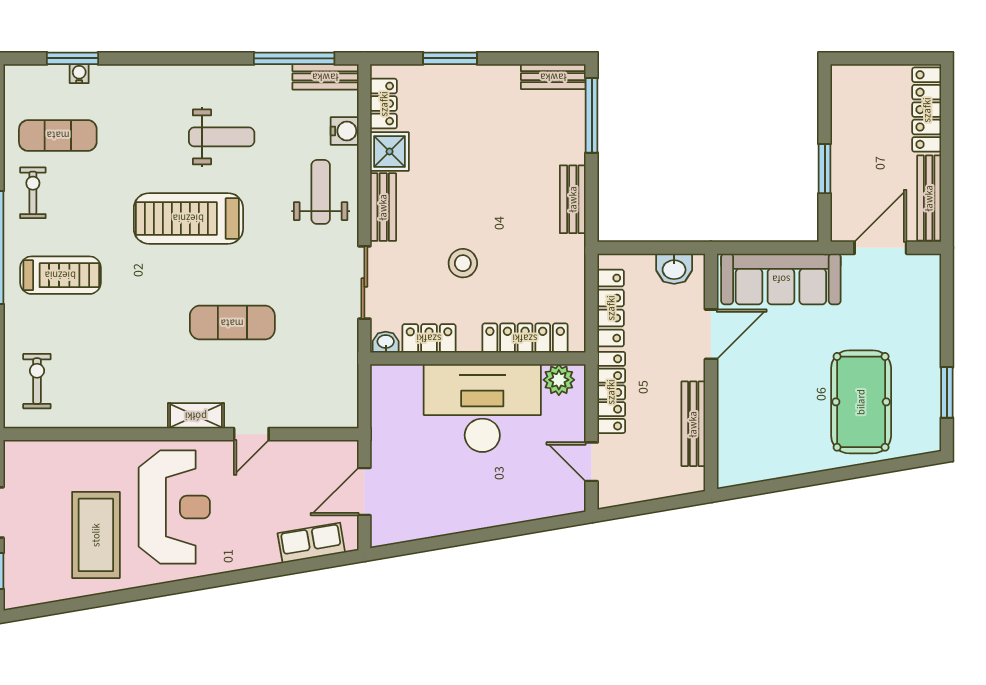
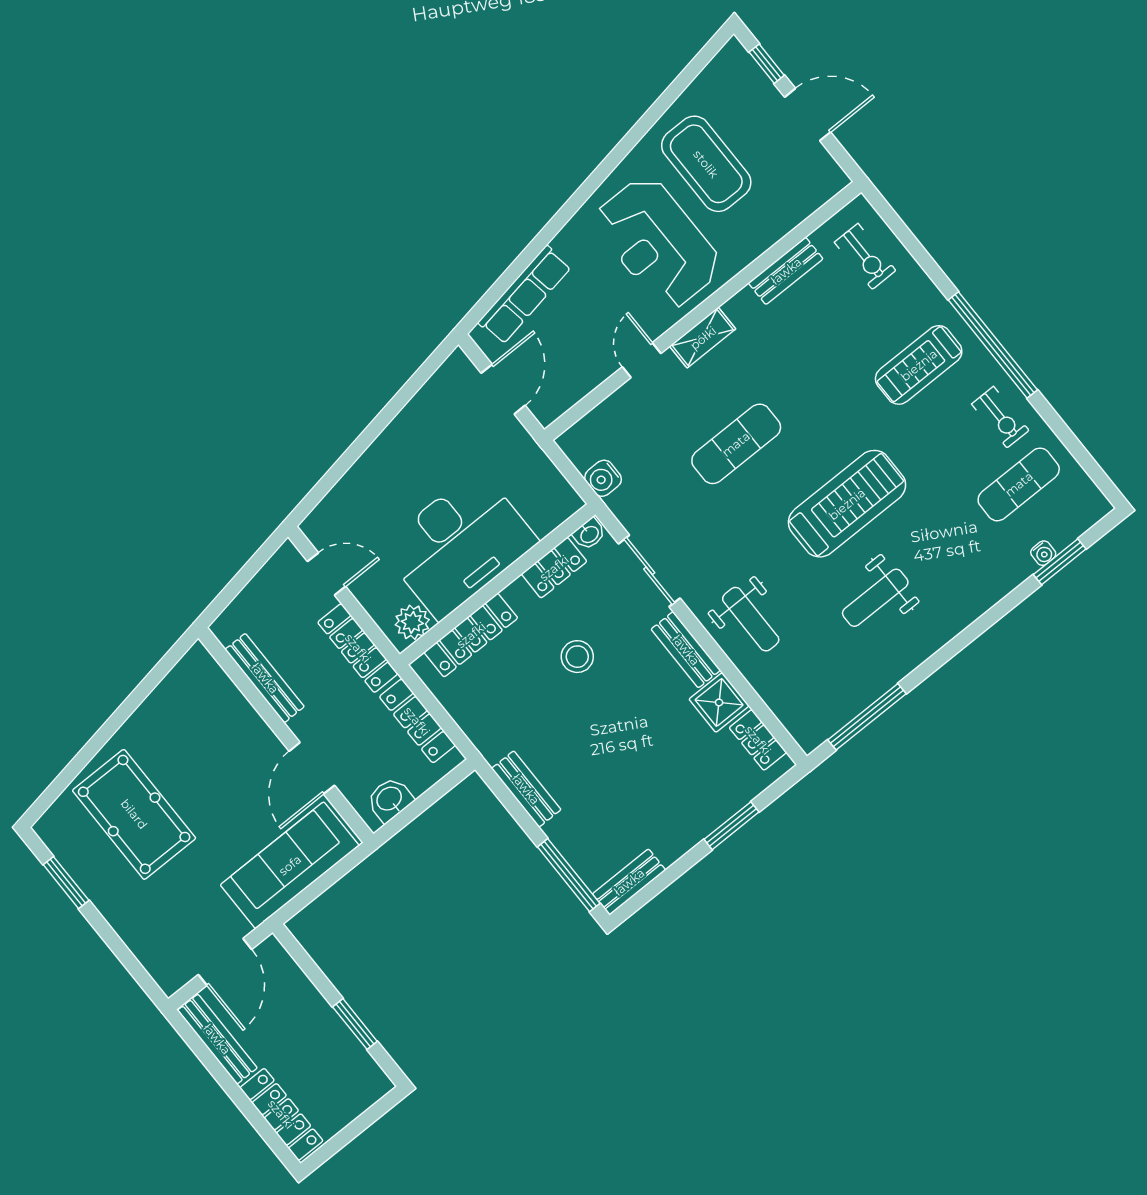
bench: (325, 77) -> (786, 271), moved
water cooler: (345, 131) -> (603, 478), moved
window: (825, 169) -> (355, 1024), moved
row of seats: (311, 543) -> (525, 295), width x1.48

